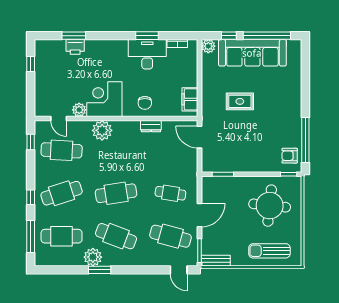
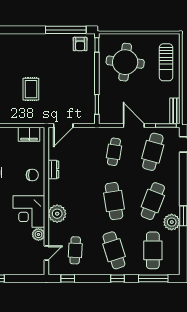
cafe table: (62, 150) -> (75, 250), width x0.73, depth x0.74

